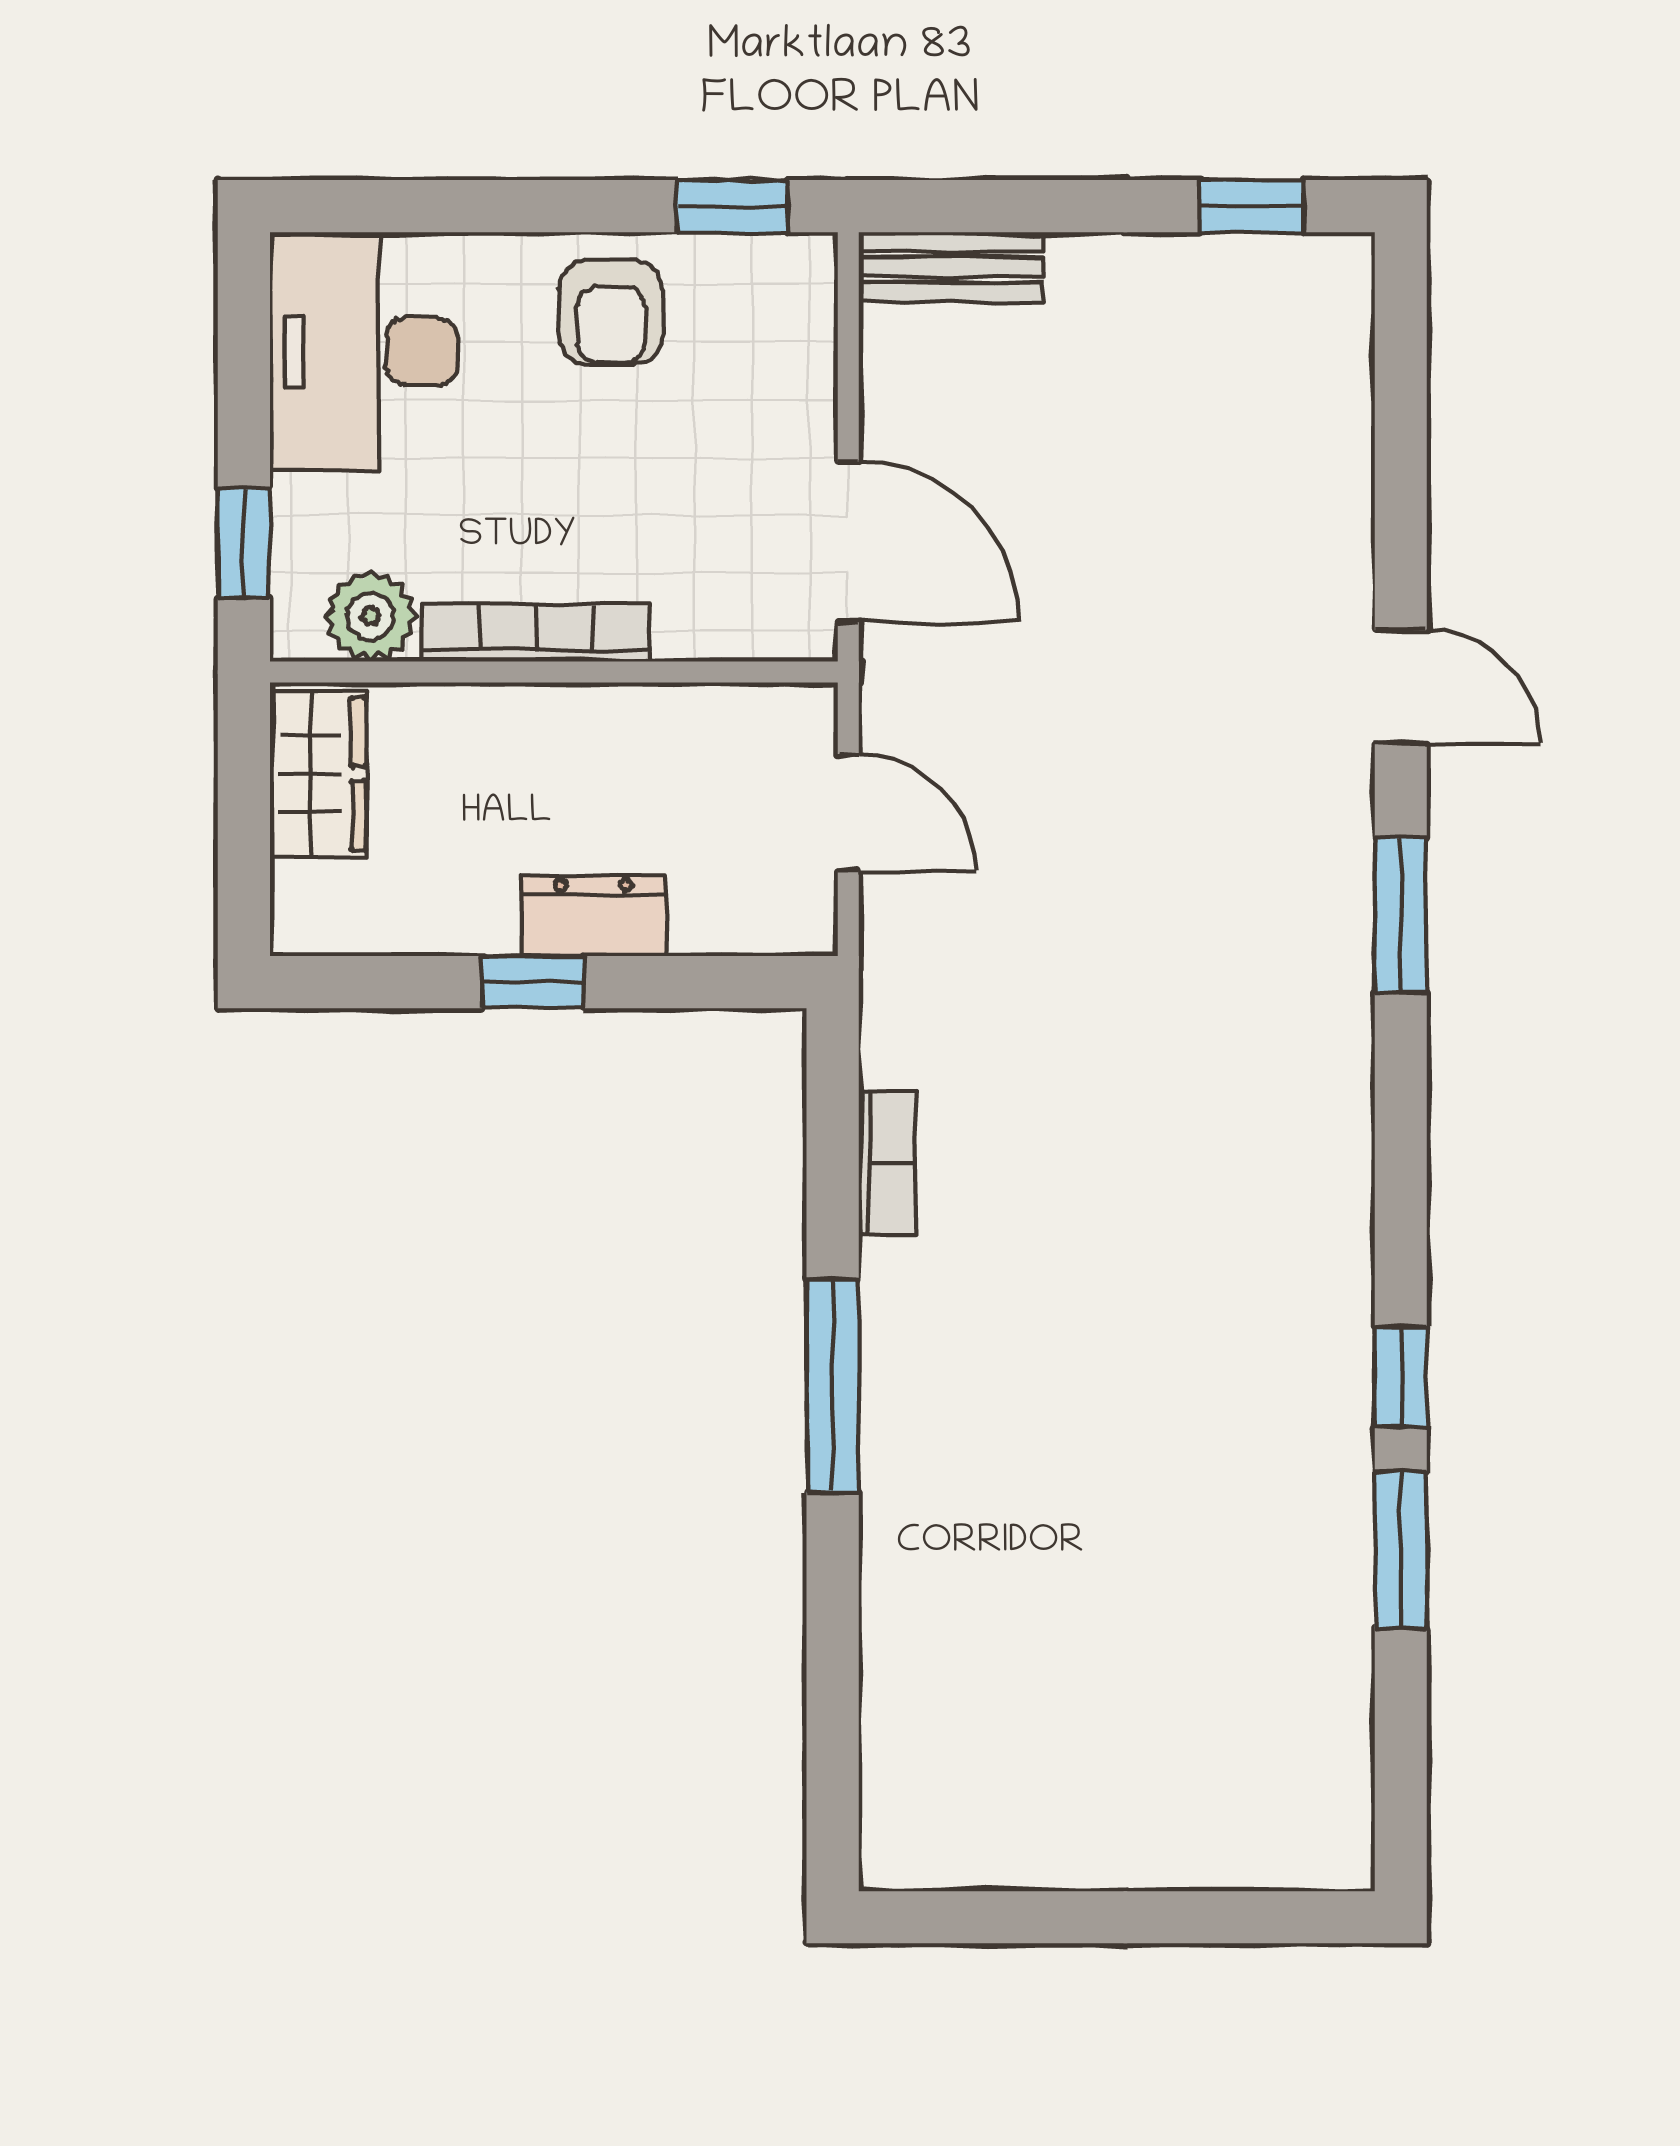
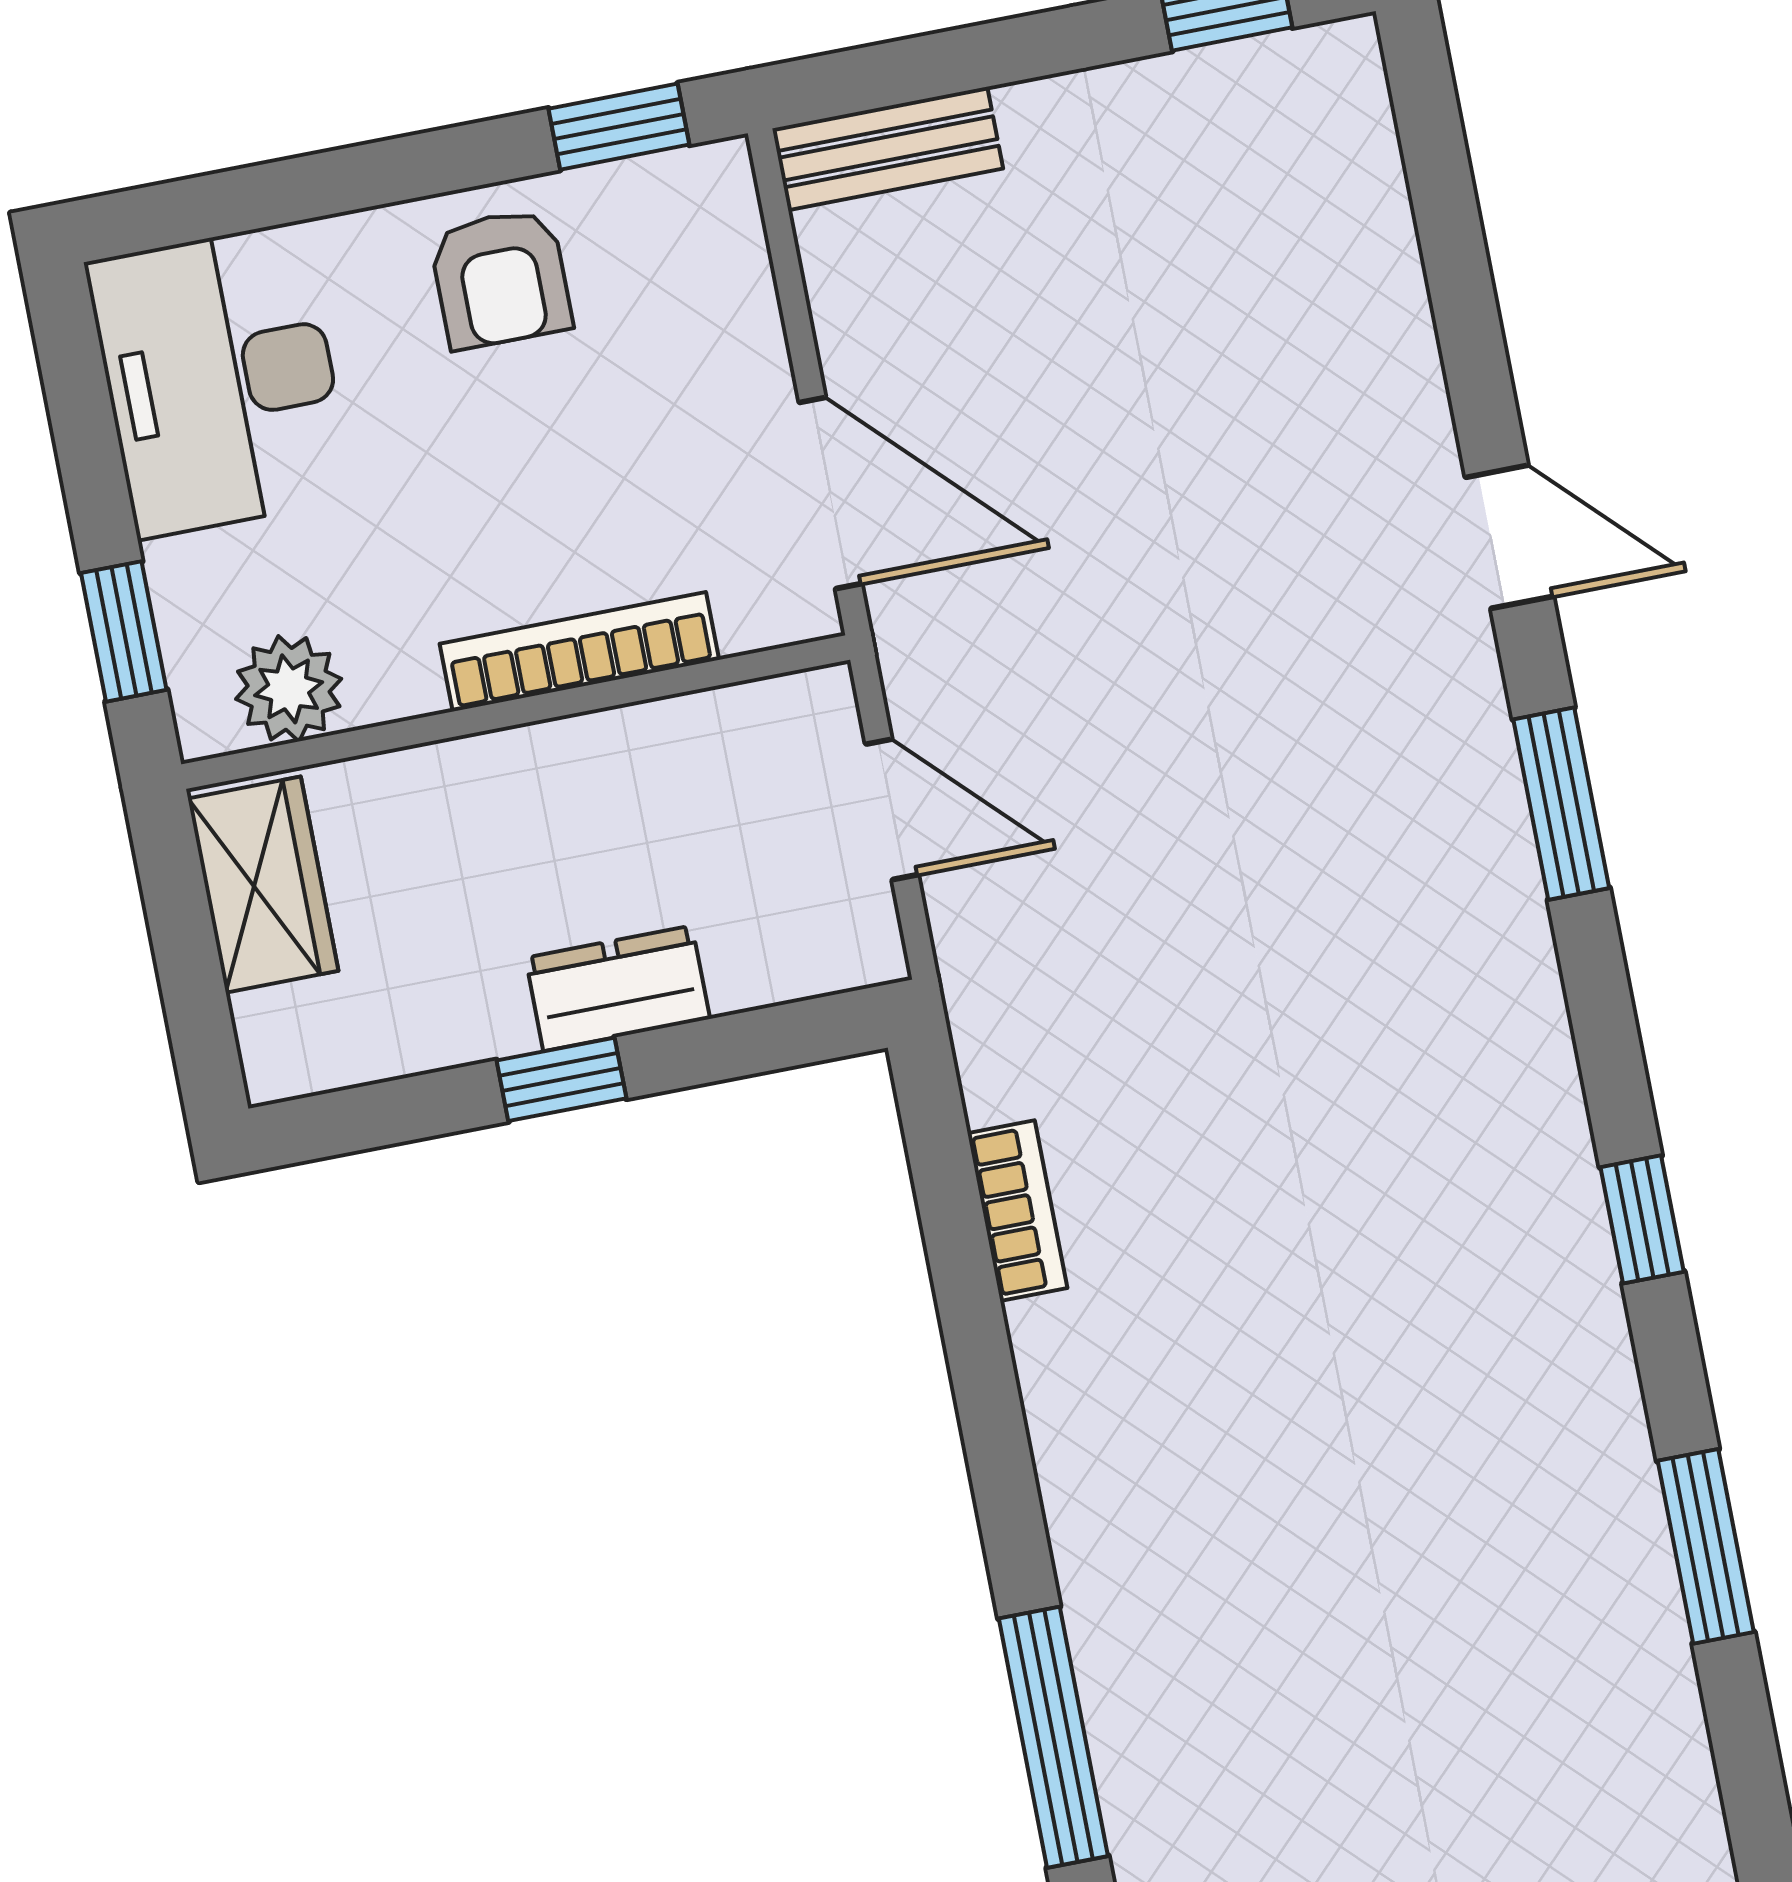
bookcase: (536, 633) -> (579, 652), moved
window: (1401, 1376) -> (1642, 1219), moved
window: (833, 1386) -> (1053, 1737), moved

